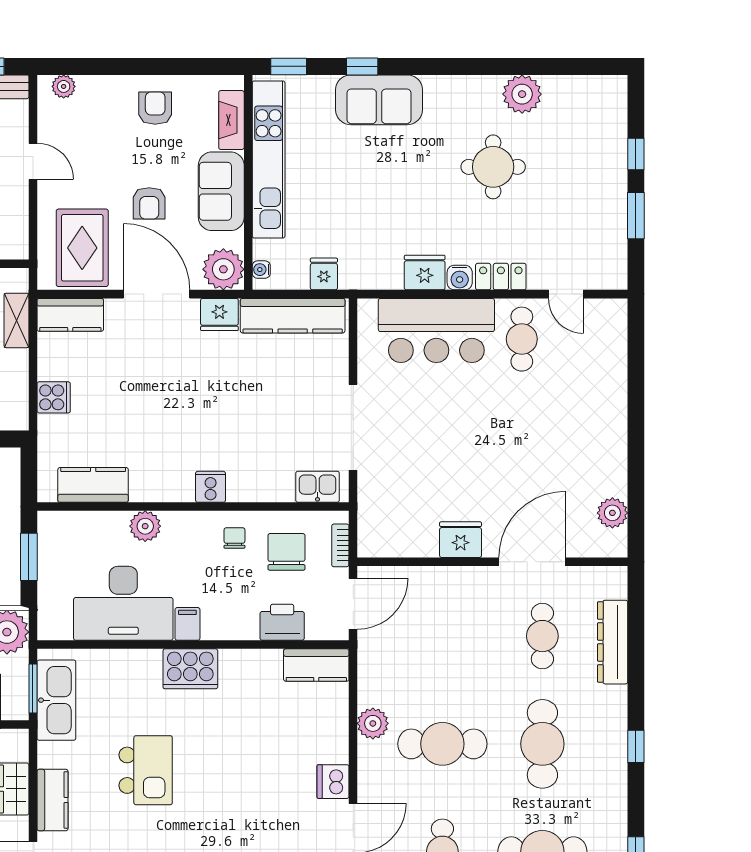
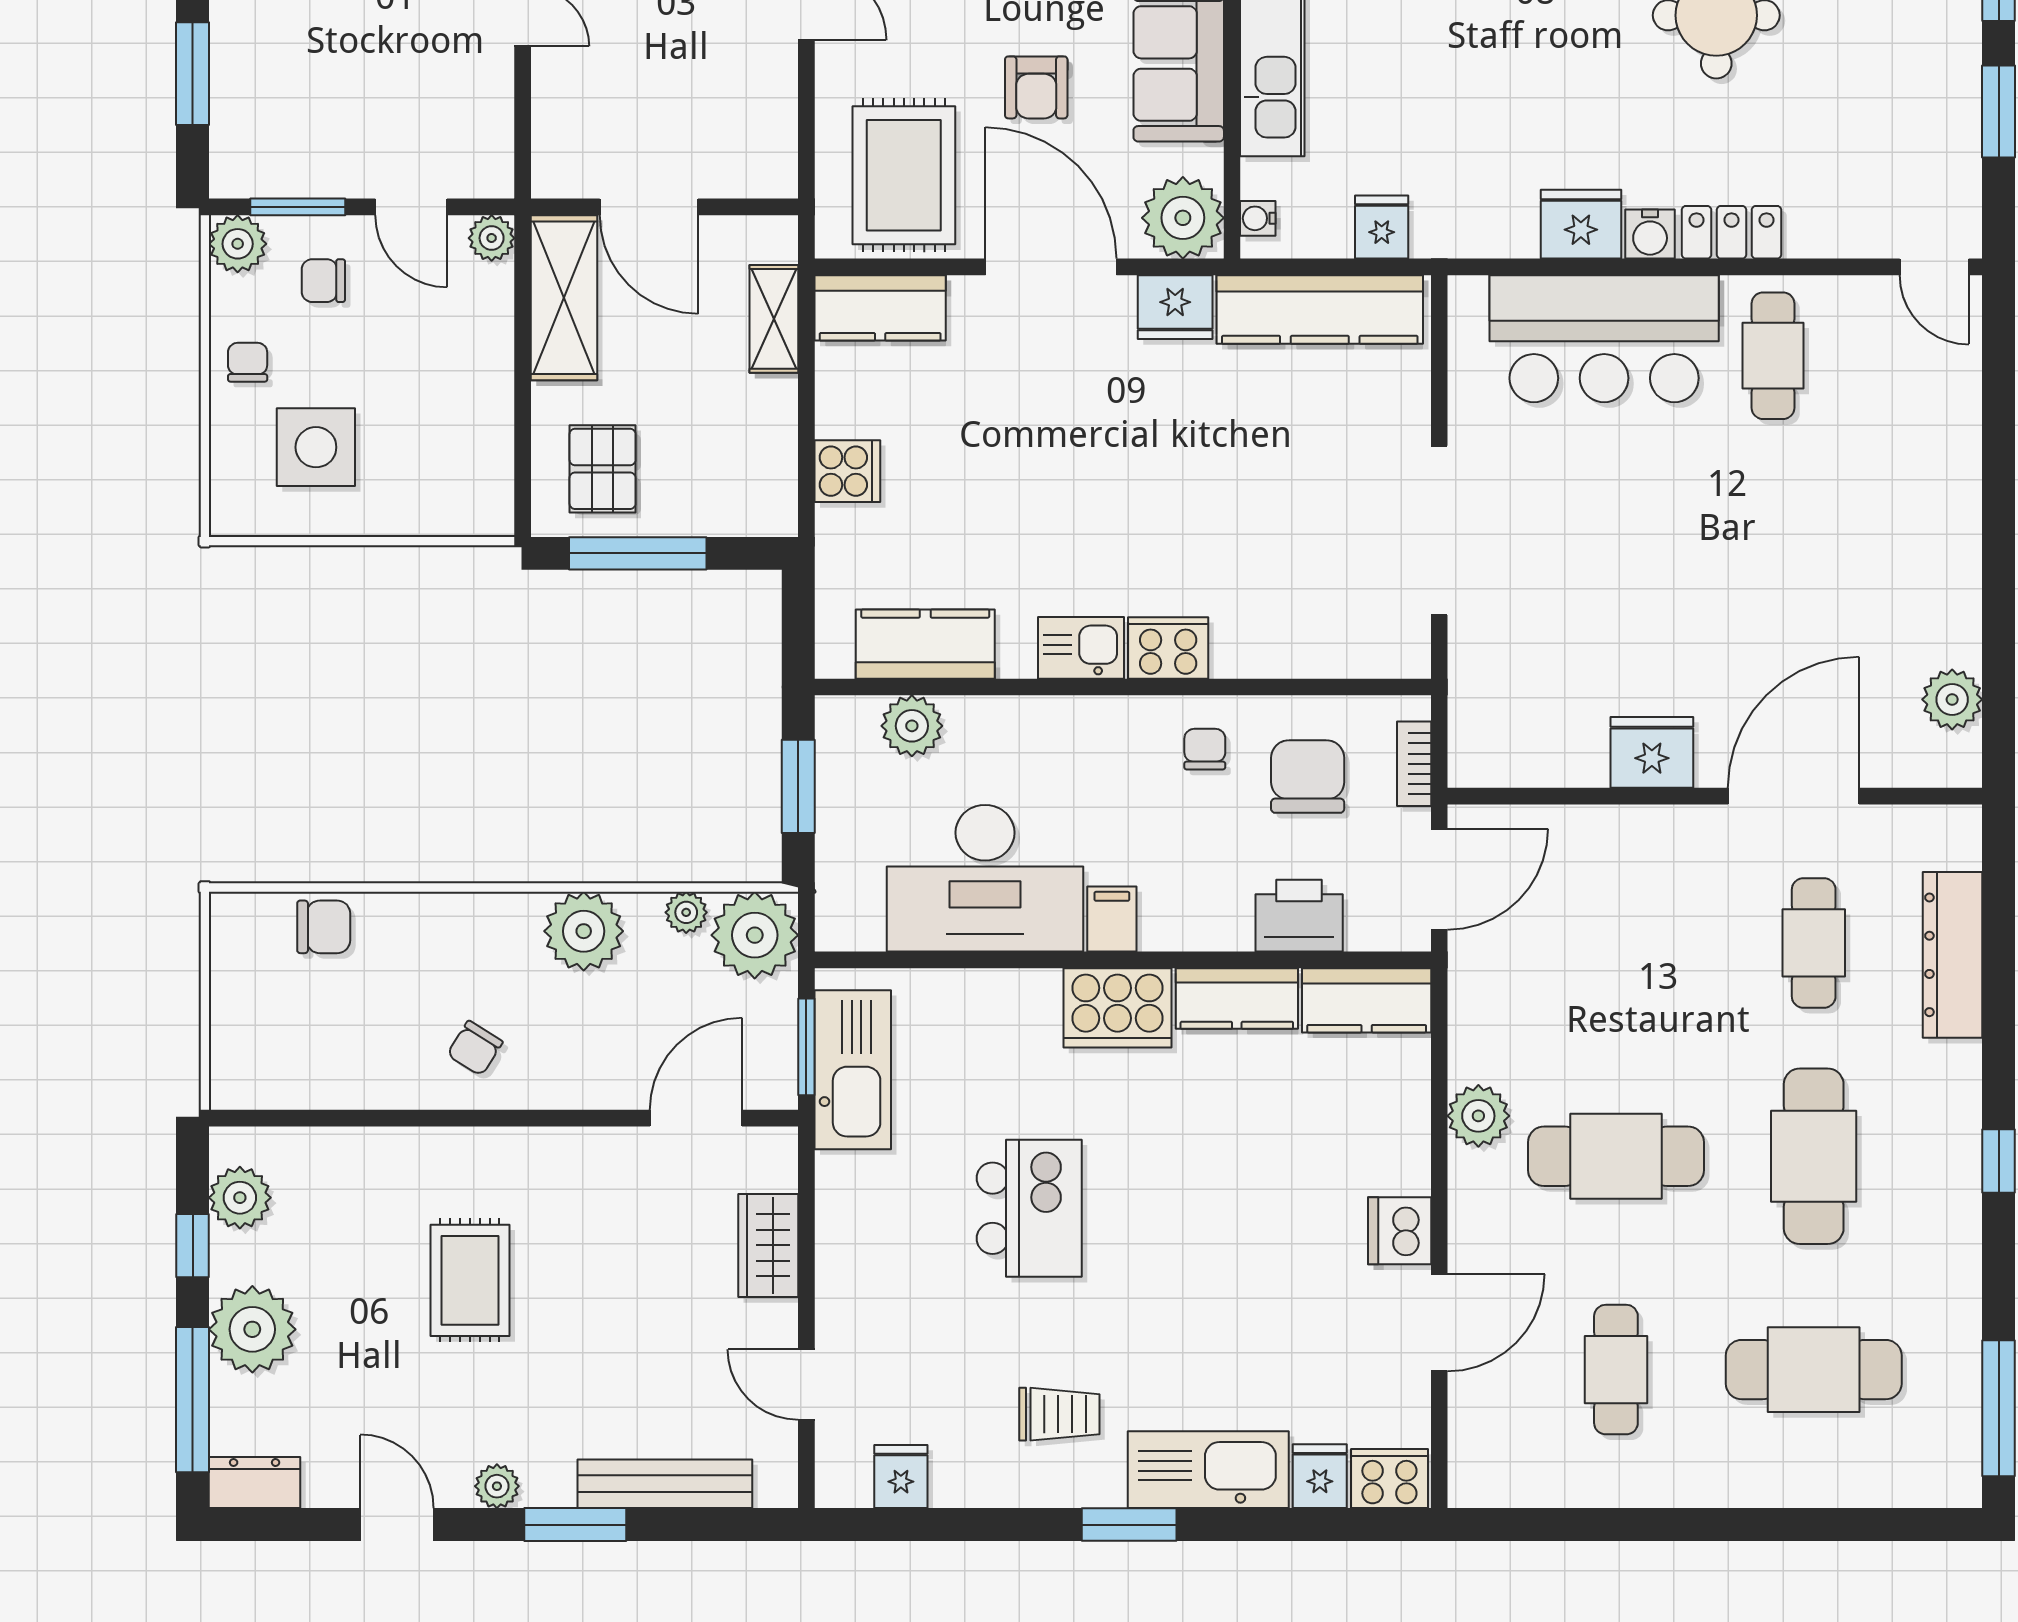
door: (566, 294) -> (1934, 267), moved
cooker: (211, 487) -> (1168, 648), width x1.36
kitchen sink: (318, 487) -> (1081, 648), moved
plant: (145, 526) -> (912, 726), moved
kitchen counter: (53, 800) -> (1237, 999), moved, turned 90

